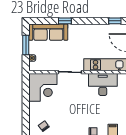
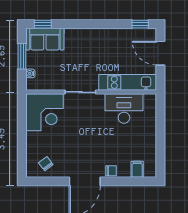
window: (65, 21) -> (43, 24), moved
sofa: (48, 32) -> (45, 39), width x0.73

